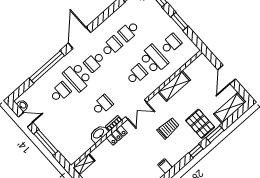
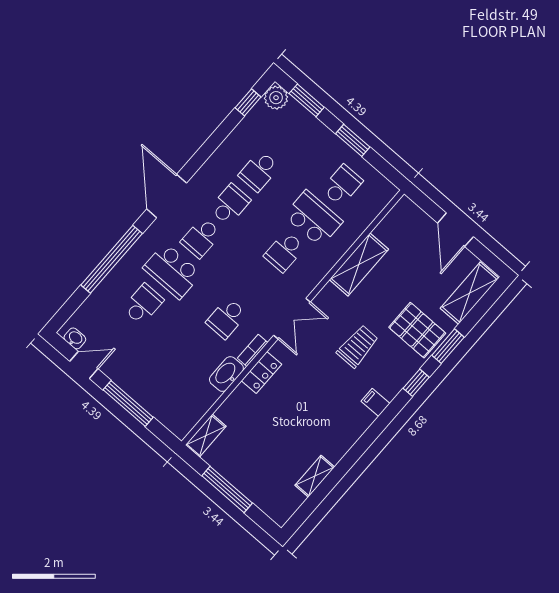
school desk: (137, 74) -> (284, 252), turned 180
school desk: (102, 105) -> (227, 318), turned 180
filing cabinet: (165, 166) -> (375, 402), moved

